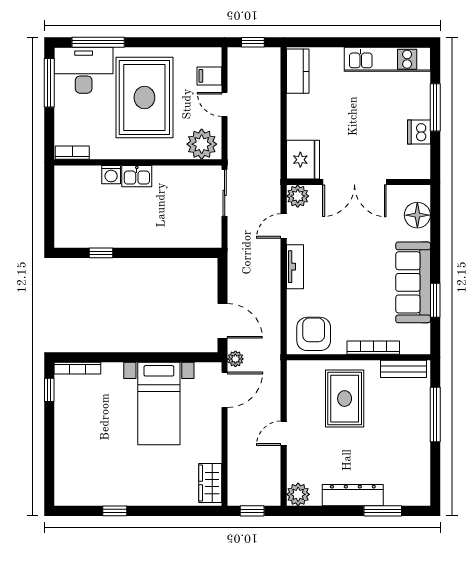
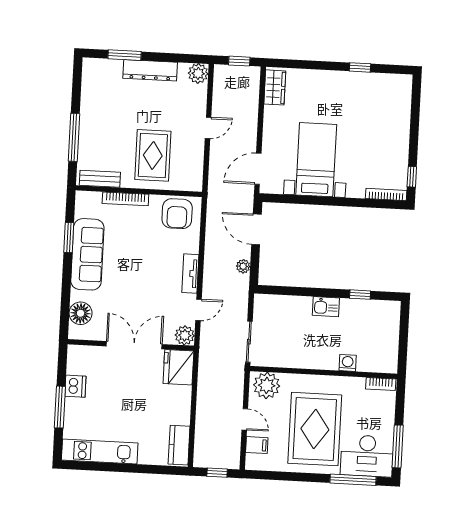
kitchen sink: (137, 176) -> (326, 307), moved, turned 180
plant: (235, 359) -> (243, 266), moved

